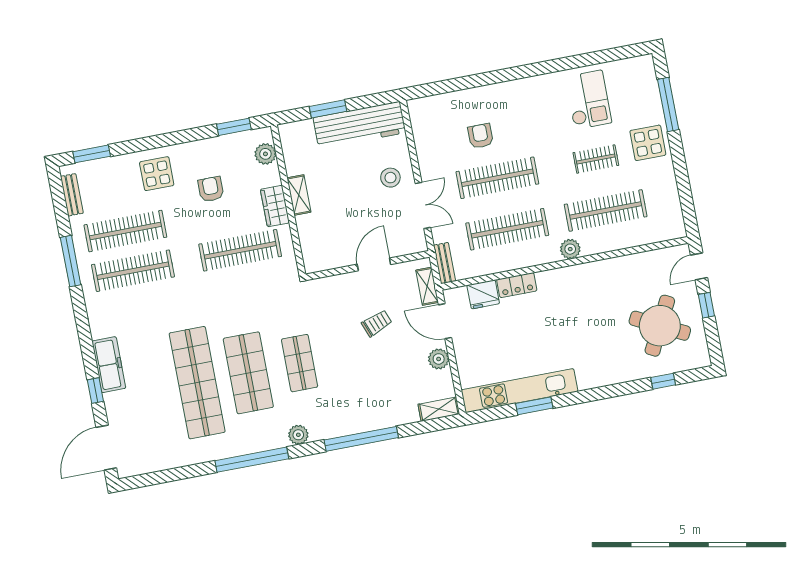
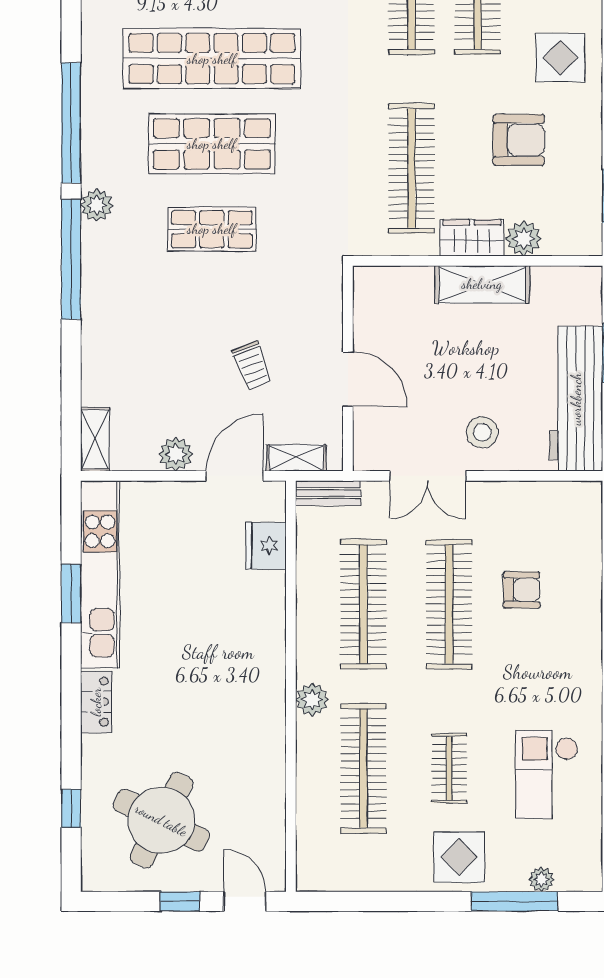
plant: (652, 91) -> (541, 879), added
checkout: (588, 100) -> (547, 774), turned 90
plant: (265, 154) -> (524, 239), moved
armchair: (211, 189) -> (519, 140), width x1.38, depth x1.38
shelving: (299, 195) -> (482, 284), width x1.50, depth x1.33
locker: (517, 285) -> (96, 702), moved, turned 180
window: (361, 439) -> (71, 259), moved

